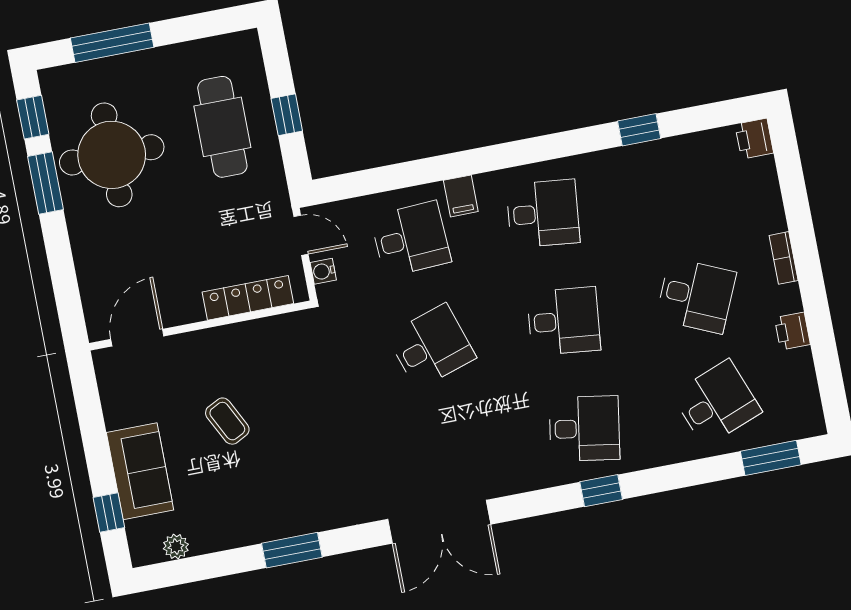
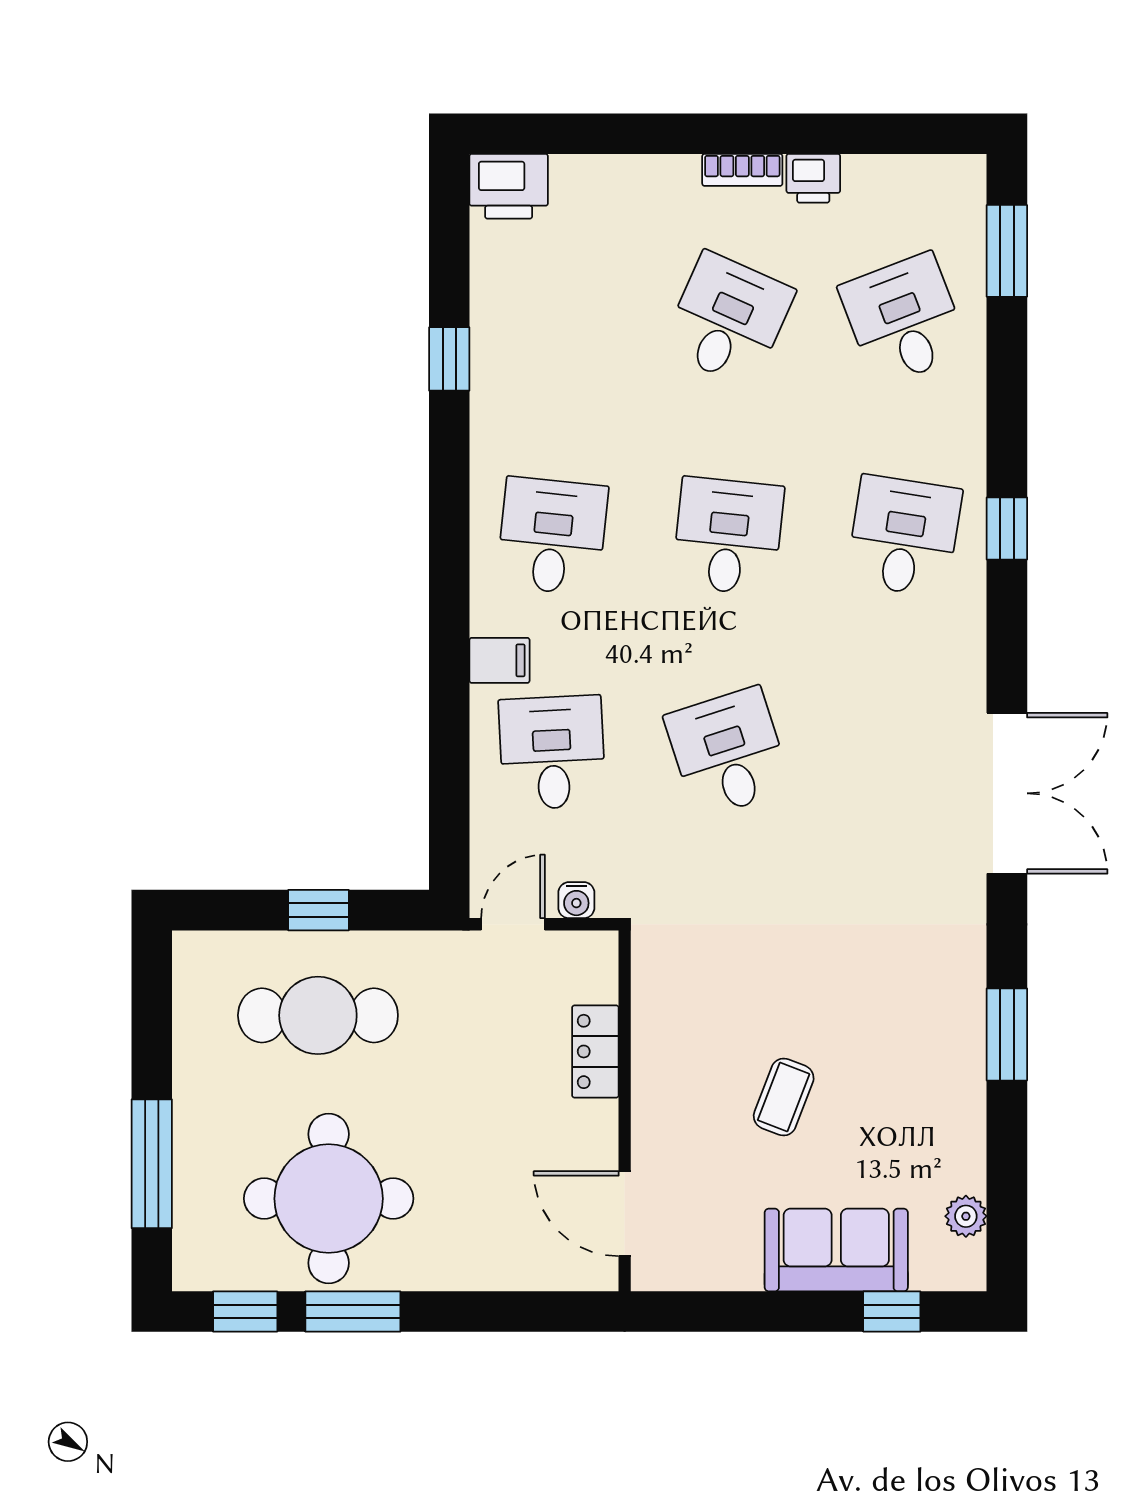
printer: (754, 139) -> (509, 186), width x1.36, depth x1.24
bookcase: (784, 258) -> (742, 170), moved
locker: (248, 298) -> (595, 1051), width x0.66
coffee table: (227, 421) -> (784, 1097), turned -42

